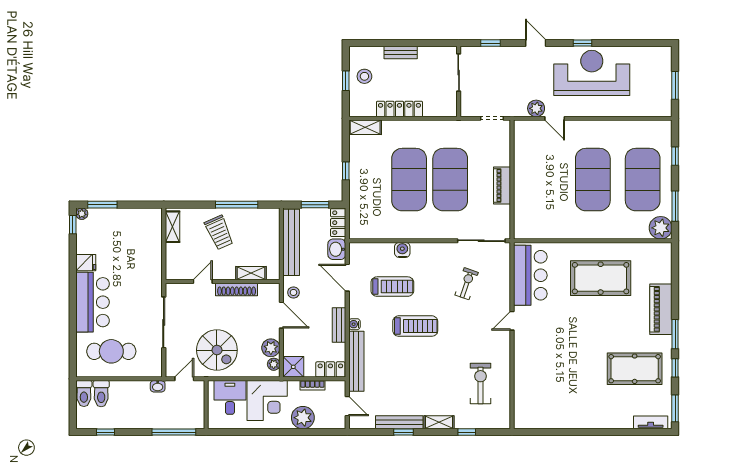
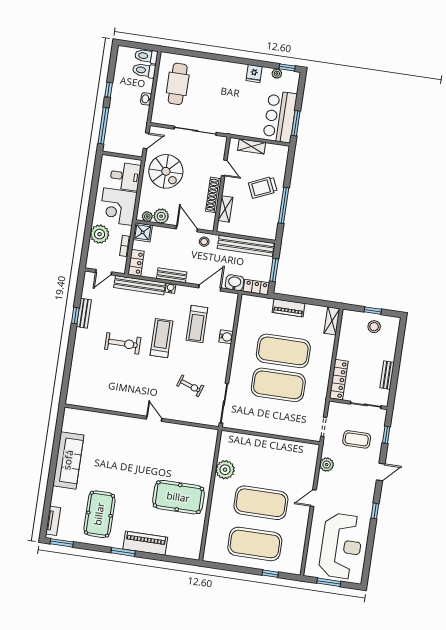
bench: (401, 53) -> (387, 375), moved
reception desk: (592, 73) -> (341, 546), moved
coffee table: (501, 77) -> (357, 439), added
locker: (399, 109) -> (339, 380), moved
door: (555, 118) -> (313, 498), moved
window: (346, 171) -> (298, 300), removed
piano: (502, 185) -> (289, 308), moved, turned 180
window: (102, 205) -> (296, 123), moved
window: (675, 206) -> (229, 568), removed
plant: (82, 214) -> (277, 74), moved
shelving: (172, 227) -> (252, 146), moved
plant: (661, 228) -> (225, 470), moved
bar counter: (530, 275) -> (189, 439), removed
pool table: (601, 278) -> (178, 497), turned 90
bar counter: (93, 302) -> (280, 117), moved, turned 90
door: (281, 315) -> (187, 229), swing flipped
treadmill: (415, 326) -> (162, 338), turned 180
spiral stairs: (217, 350) -> (166, 171), turned -90
window: (675, 368) -> (95, 548), removed
door: (184, 379) -> (146, 141), hinge flipped
exercise bike: (481, 384) -> (123, 343), moved
washbasin: (158, 386) -> (146, 99), moved
sofa: (576, 415) -> (68, 460), added
bench: (399, 422) -> (84, 313), width x0.73
shelving: (439, 422) -> (79, 346), removed
window: (105, 432) -> (109, 90), moved
window: (467, 432) -> (68, 368), removed

